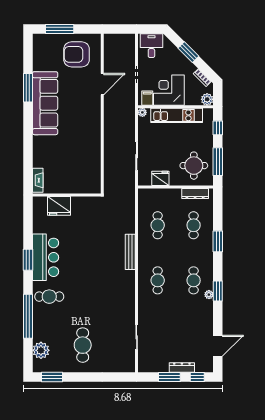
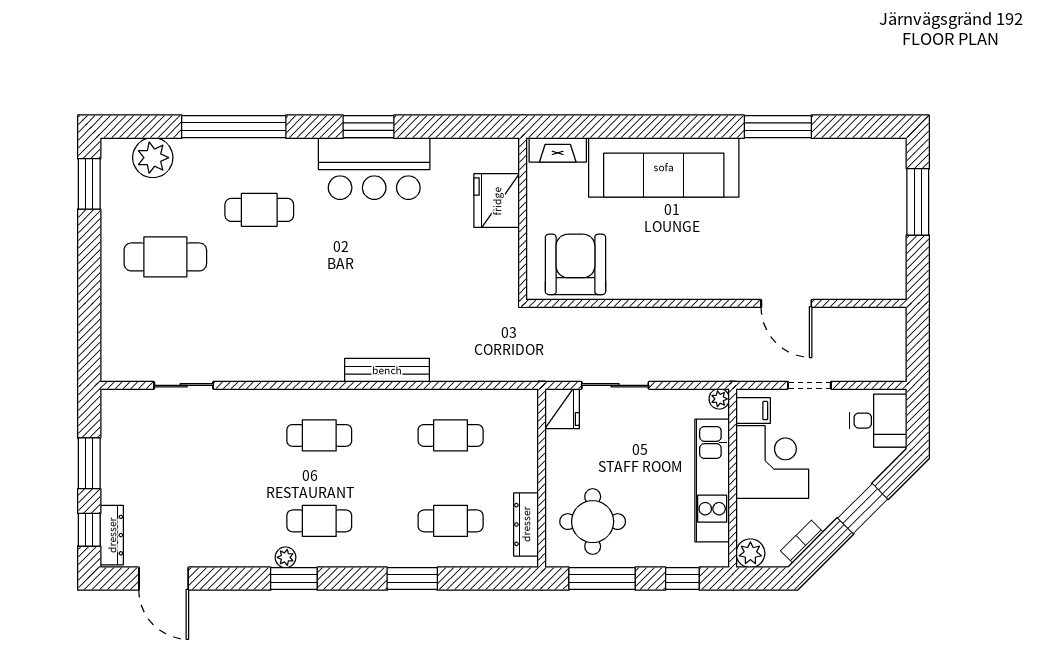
armchair: (77, 54) -> (575, 264), moved
sofa: (45, 103) -> (664, 167), moved
fridge: (160, 178) -> (562, 409), moved
cafe table: (49, 297) -> (259, 210), moved, turned 90
dresser: (182, 368) -> (112, 535), moved

